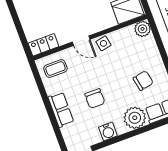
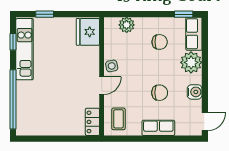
plant: (143, 29) -> (127, 25), moved
chair: (143, 81) -> (160, 42), turned 101

